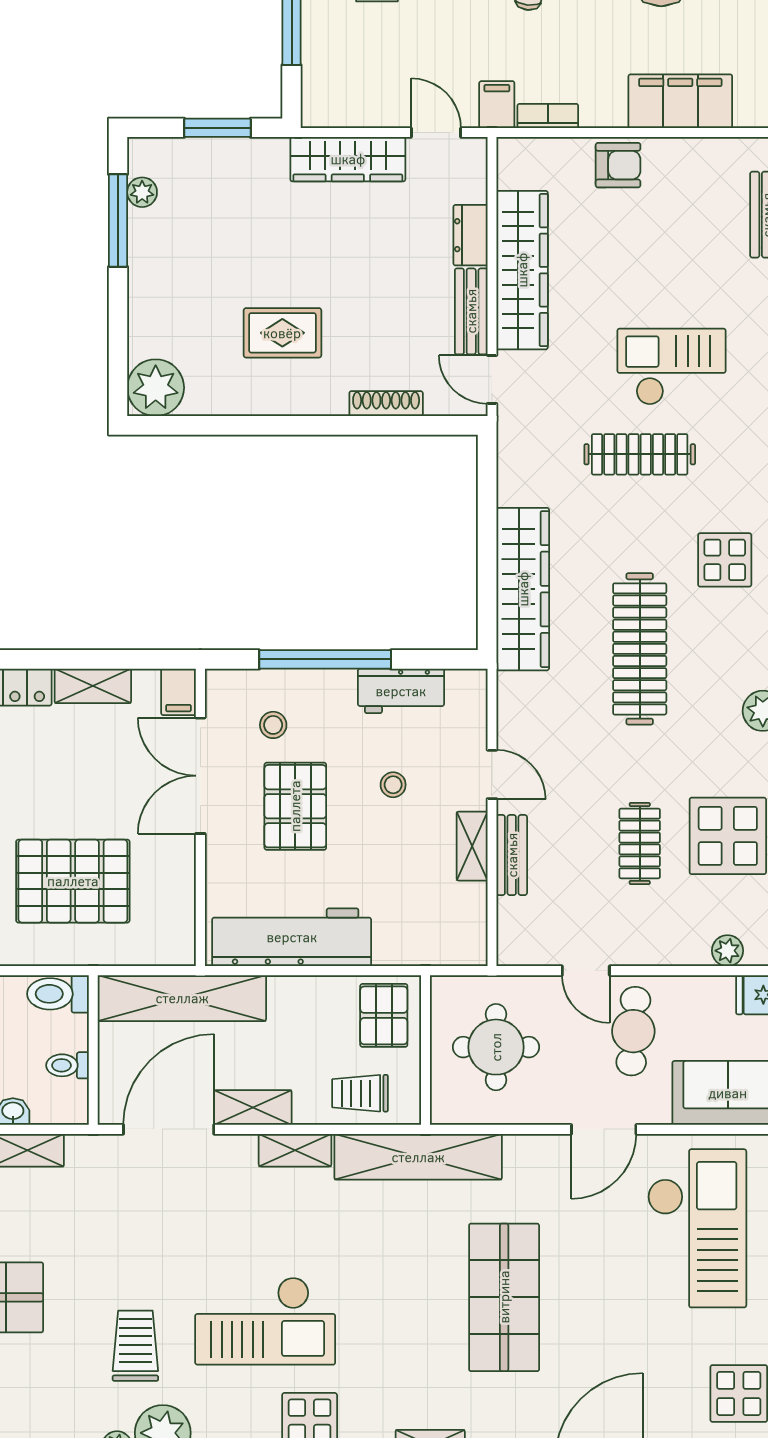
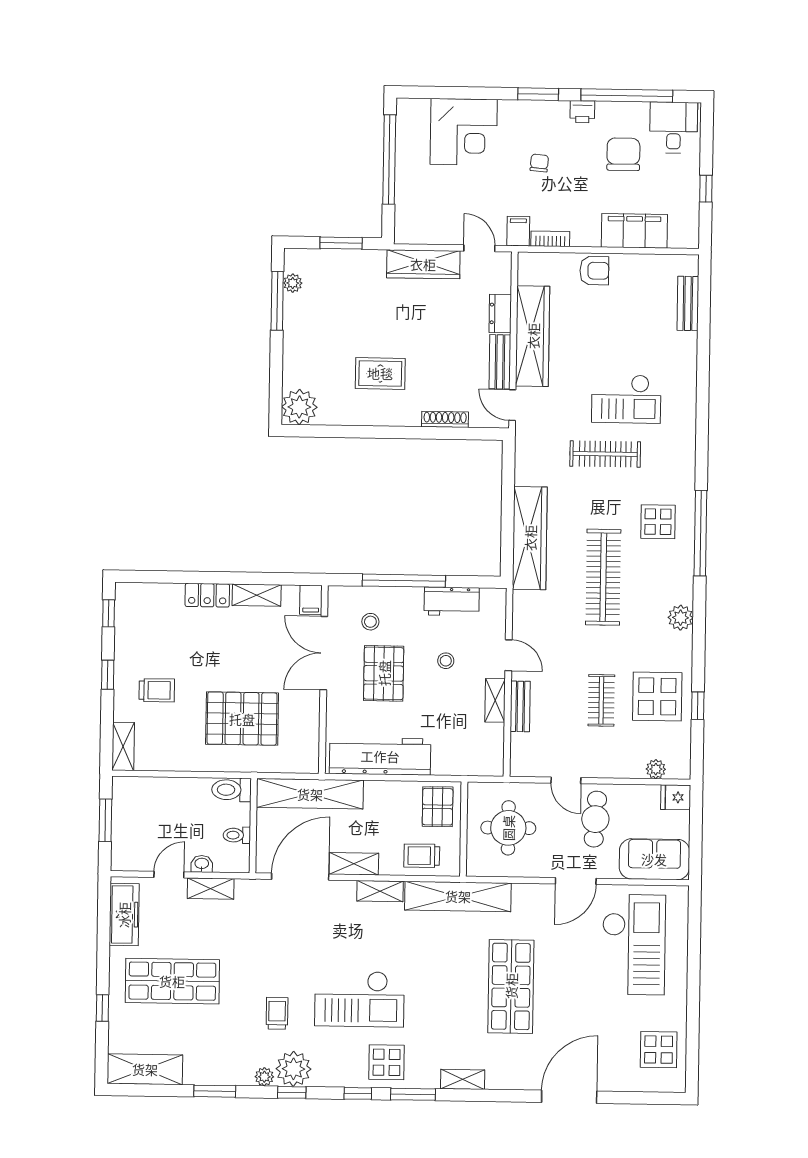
checkout: (672, 367) -> (626, 399), turned 180
trolley: (135, 1346) -> (277, 1013), width x0.73, depth x0.72

